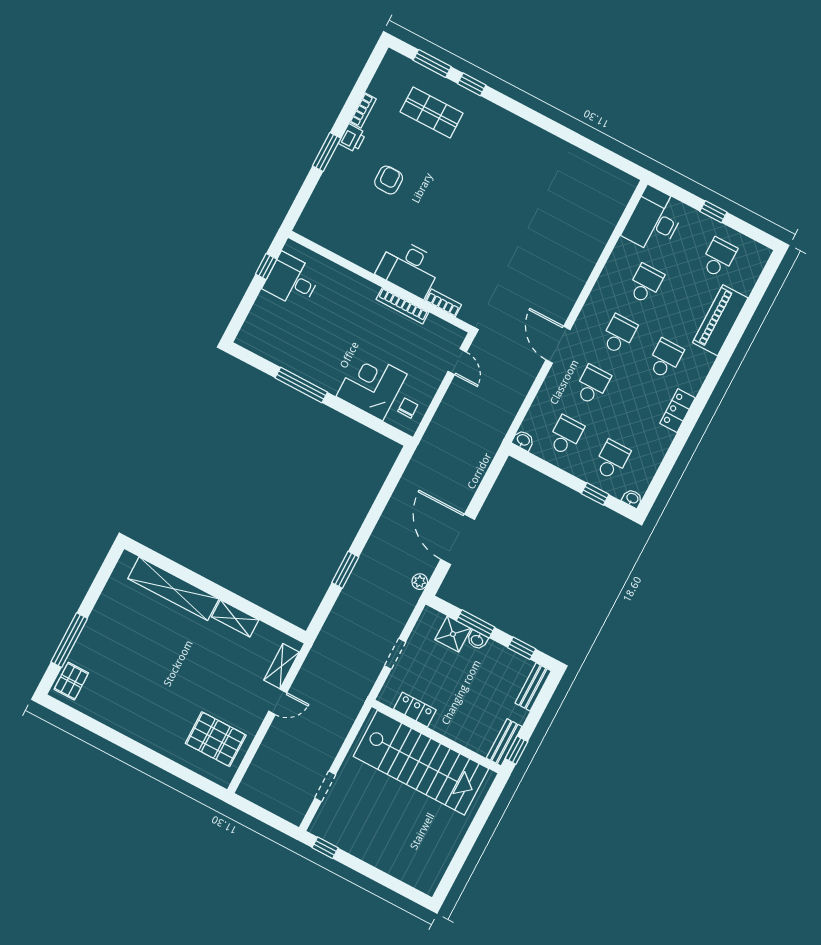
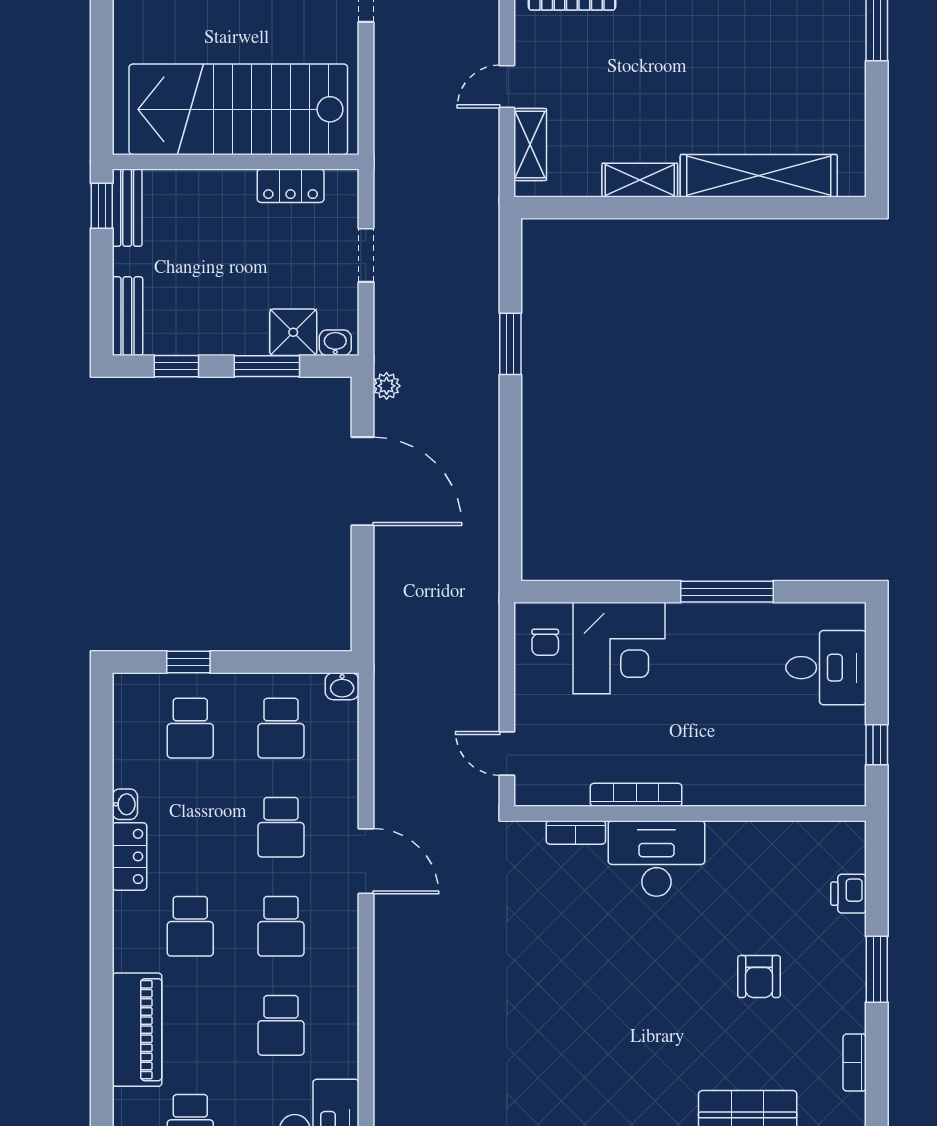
printer: (352, 138) -> (849, 894), moved
desk: (292, 280) -> (826, 668), moved
washbasin: (632, 498) -> (125, 804), moved, turned -90
washbasin: (477, 640) -> (335, 343), moved

